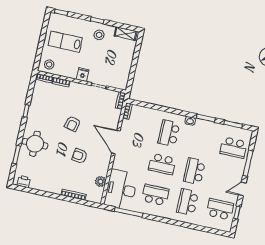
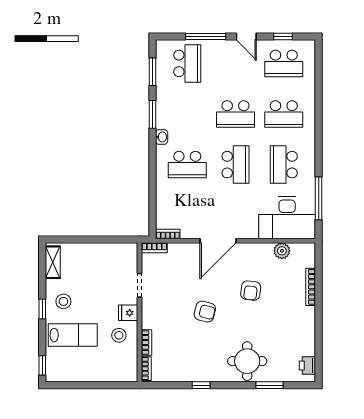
lab bench: (65, 42) -> (73, 335), moved, turned -90
stool: (49, 64) -> (119, 335), moved
school desk: (220, 209) -> (284, 63), turned -90

